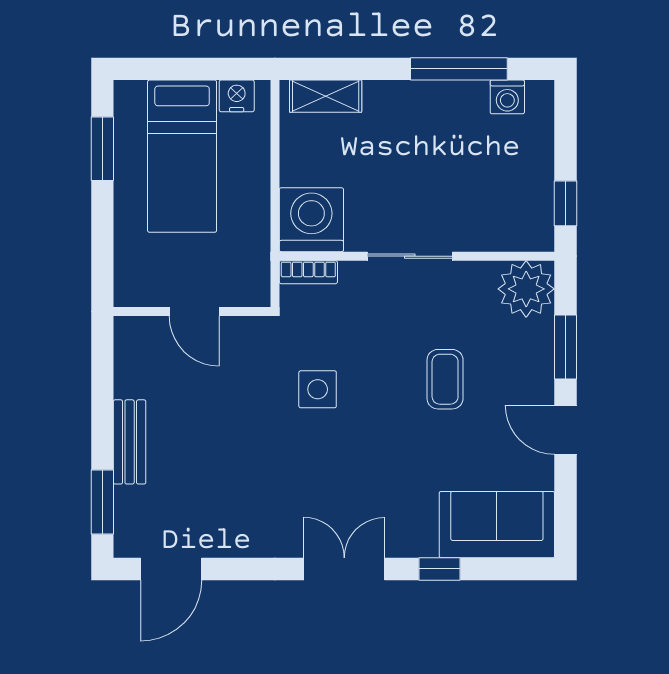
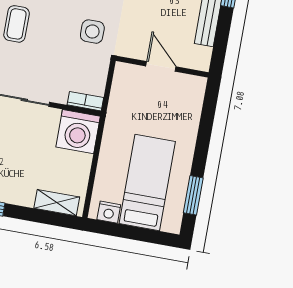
wall: (192, 312) -> (162, 67), moved
door: (194, 312) -> (161, 66), moved

